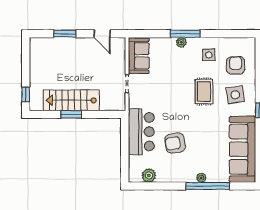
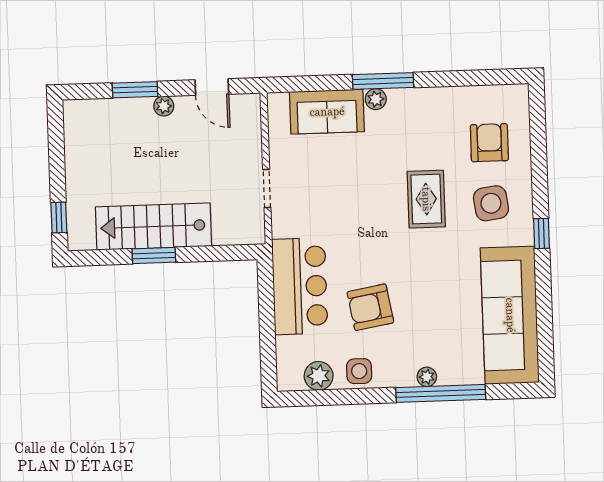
plant: (78, 42) -> (164, 106), added
side table: (209, 55) -> (359, 371), moved
sofa: (139, 56) -> (327, 112), moved, turned 90

